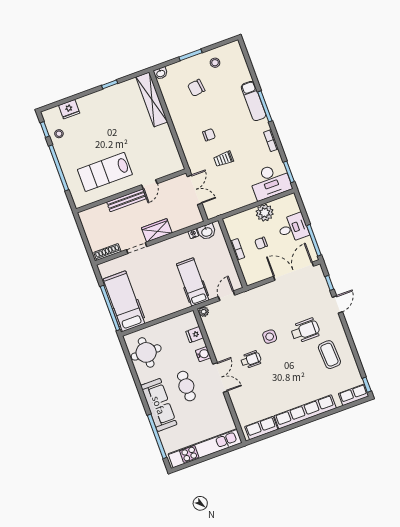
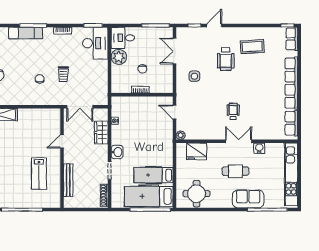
lab bench: (105, 172) -> (39, 174), width x0.73, depth x0.72
door: (149, 184) -> (62, 141), swing flipped
double door: (195, 190) -> (80, 107), swing flipped
bench: (126, 200) -> (68, 180), moved
desk: (293, 228) -> (123, 38), moved, turned -90
wardrobe: (157, 230) -> (101, 132), moved
washbasin: (207, 232) -> (117, 152), moved
double door: (294, 271) -> (175, 51), width x0.73
hospital bed: (193, 282) -> (153, 175), moved
door: (337, 304) -> (214, 25), hinge flipped
wheelchair: (305, 330) -> (226, 59), turned 180
fridge: (195, 335) -> (196, 151), width x1.88, depth x1.34
side table: (270, 337) -> (194, 76), moved
water cooler: (203, 354) -> (259, 148), moved
sofa: (159, 405) -> (248, 199), width x0.73

